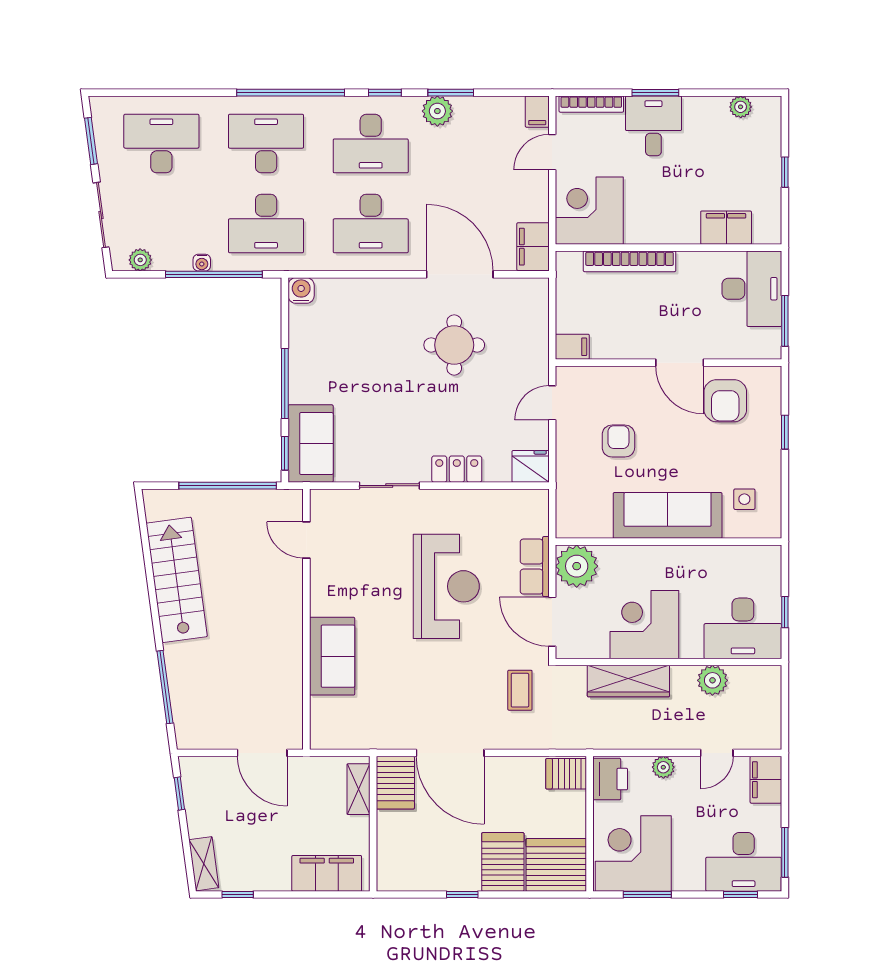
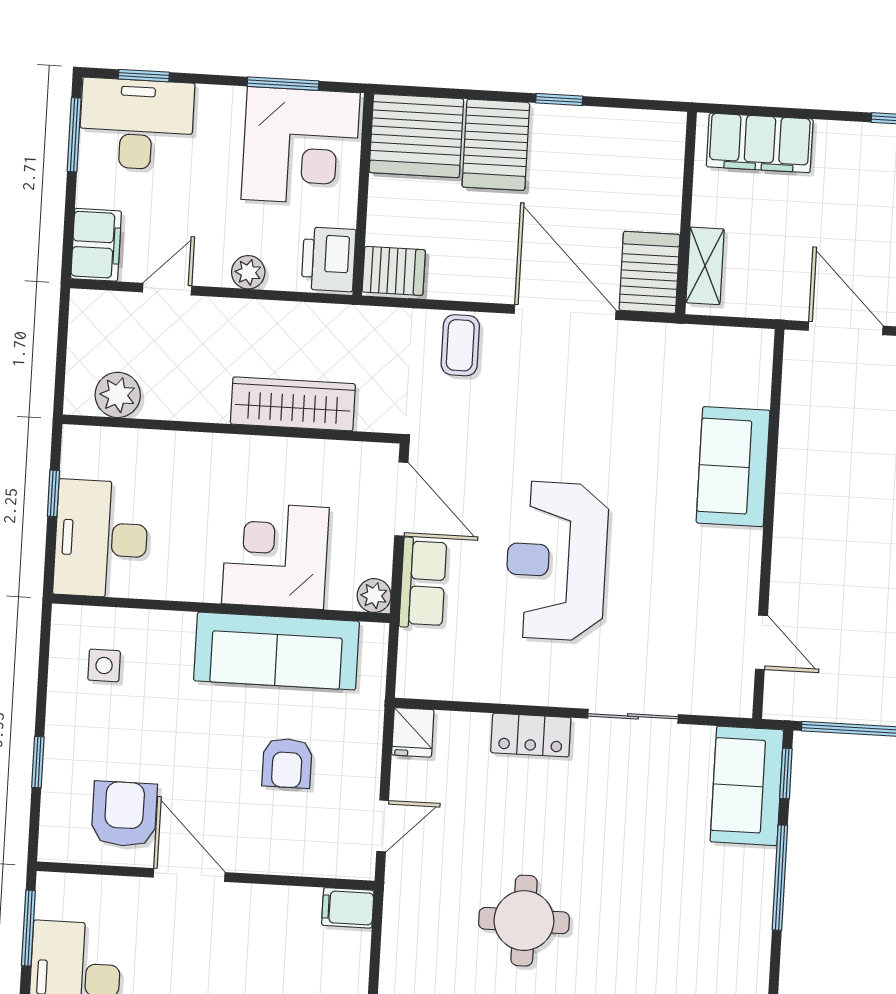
fridge: (531, 466) -> (413, 732), width x0.72
sofa: (668, 515) -> (277, 651), moved
plant: (577, 566) -> (374, 596), width x0.53, depth x0.53
corner desk: (644, 625) -> (275, 556), moved, turned 180
desk: (743, 628) -> (101, 539), moved, turned -90
plant: (712, 680) -> (118, 395), moved
coffee table: (520, 690) -> (460, 345), moved

